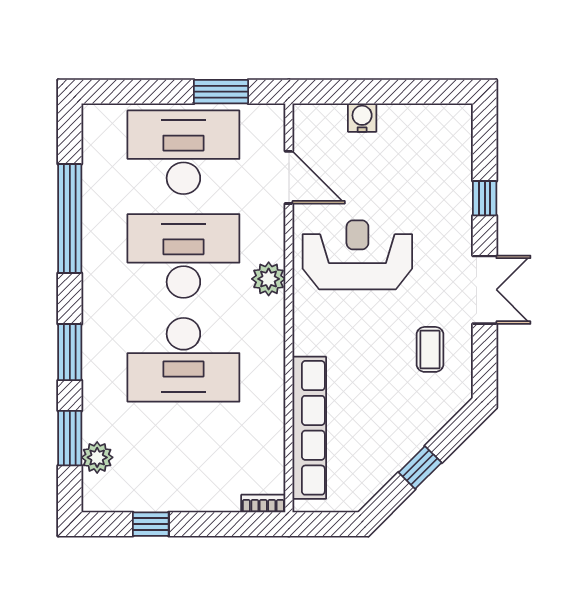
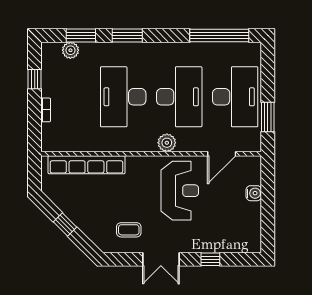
window: (70, 218) -> (219, 35), moved
bookcase: (263, 504) -> (46, 110), moved

